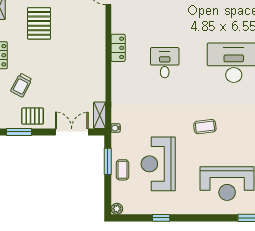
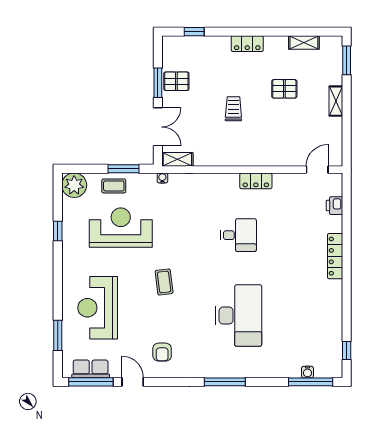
pallet: (39, 23) -> (284, 89), width x0.67, depth x0.71
trolley: (21, 85) -> (233, 109), moved, turned 62
pallet: (33, 116) -> (176, 81), turned 90
window: (19, 132) -> (158, 83), moved
plant: (117, 209) -> (74, 185), width x1.87, depth x1.87

